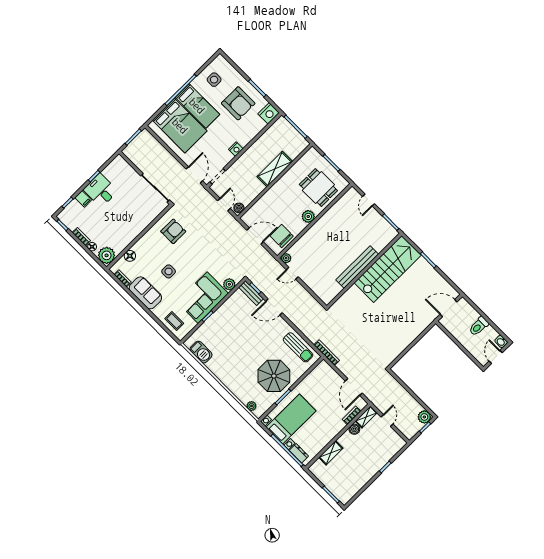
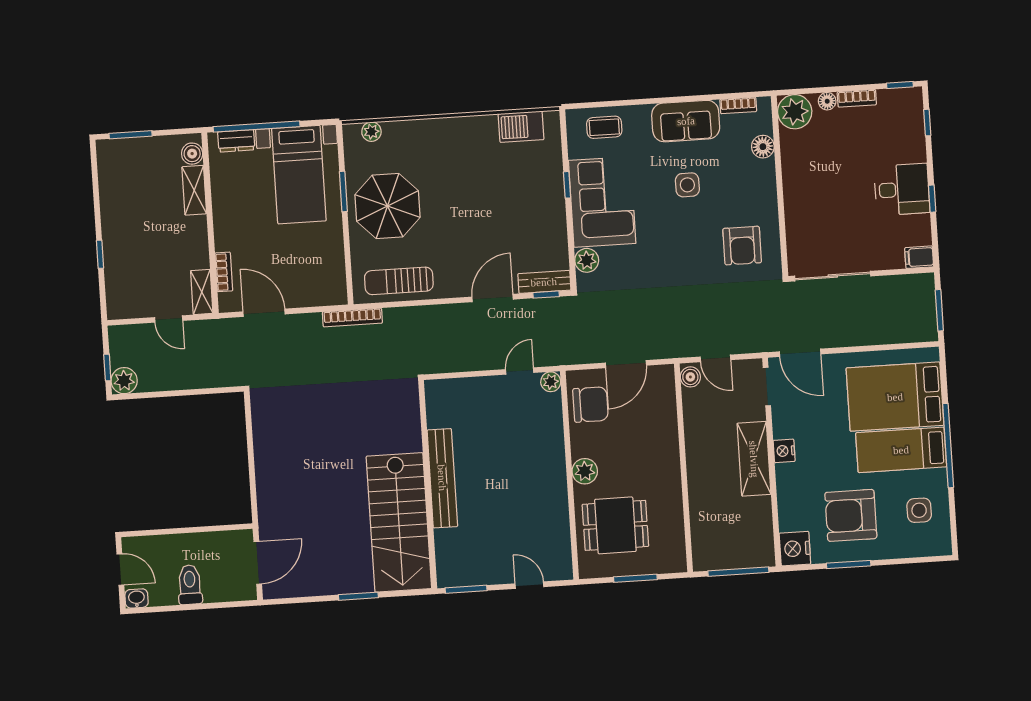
shelving: (275, 169) -> (754, 459), moved
filing cabinet: (83, 199) -> (919, 257), moved
boiler: (354, 429) -> (192, 154), moved

